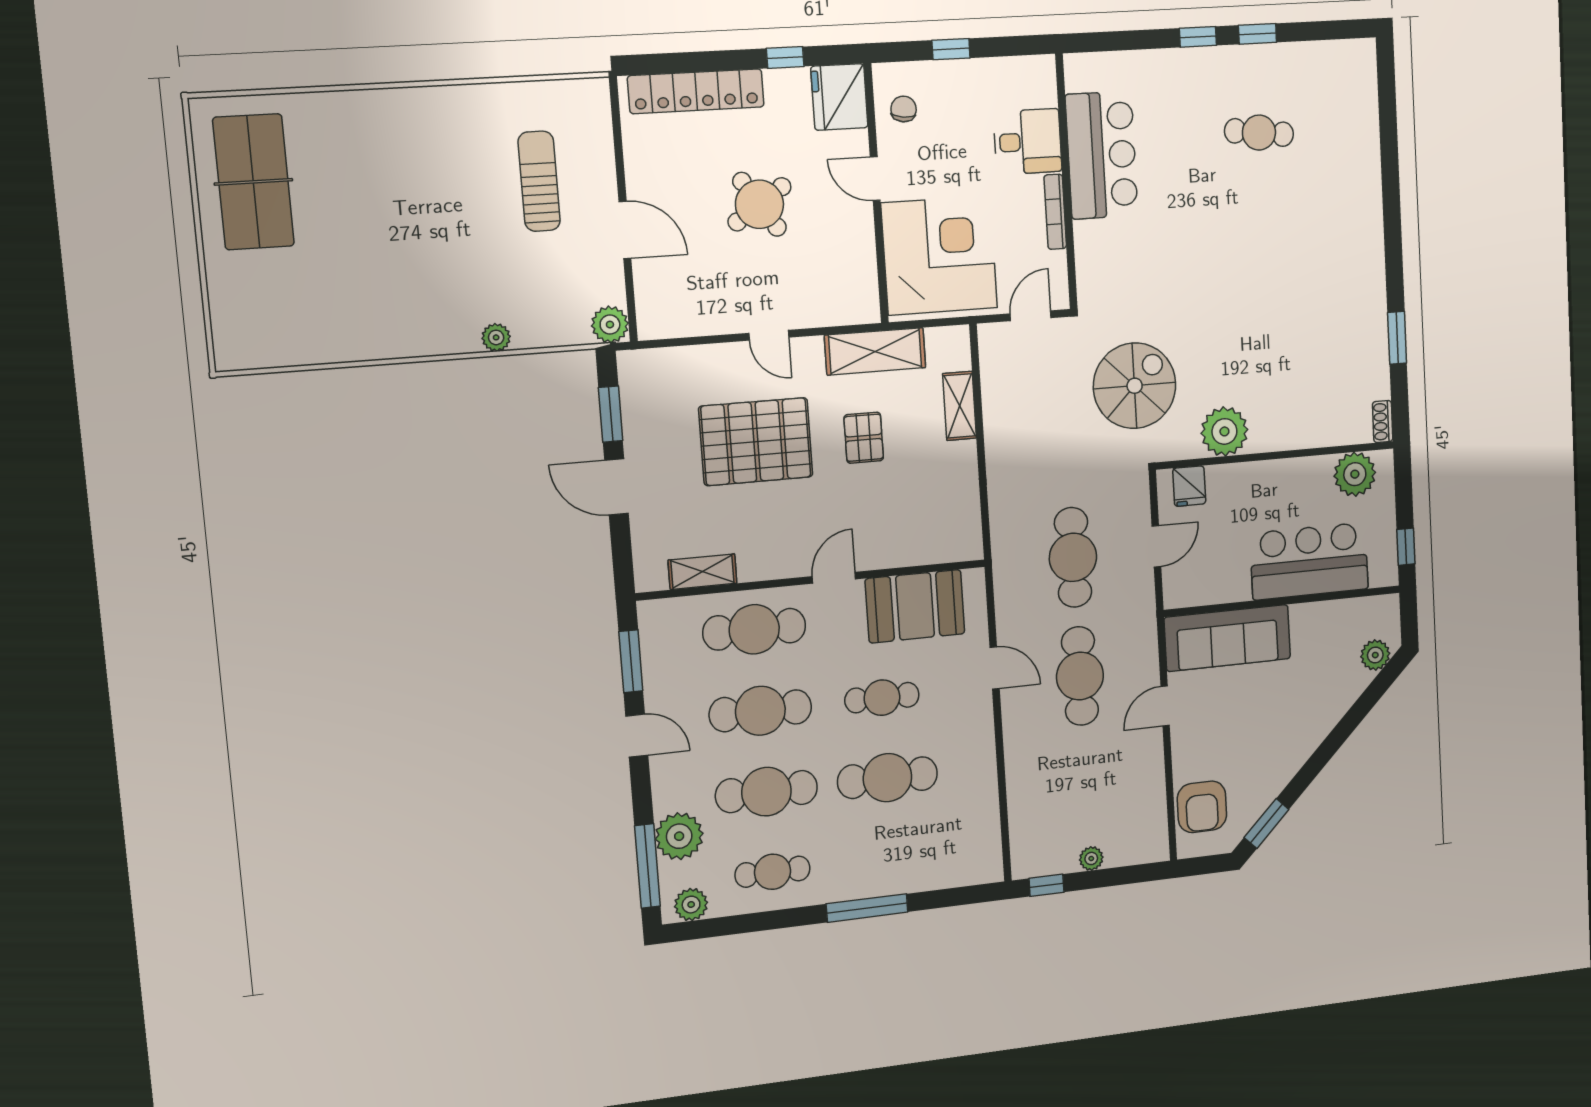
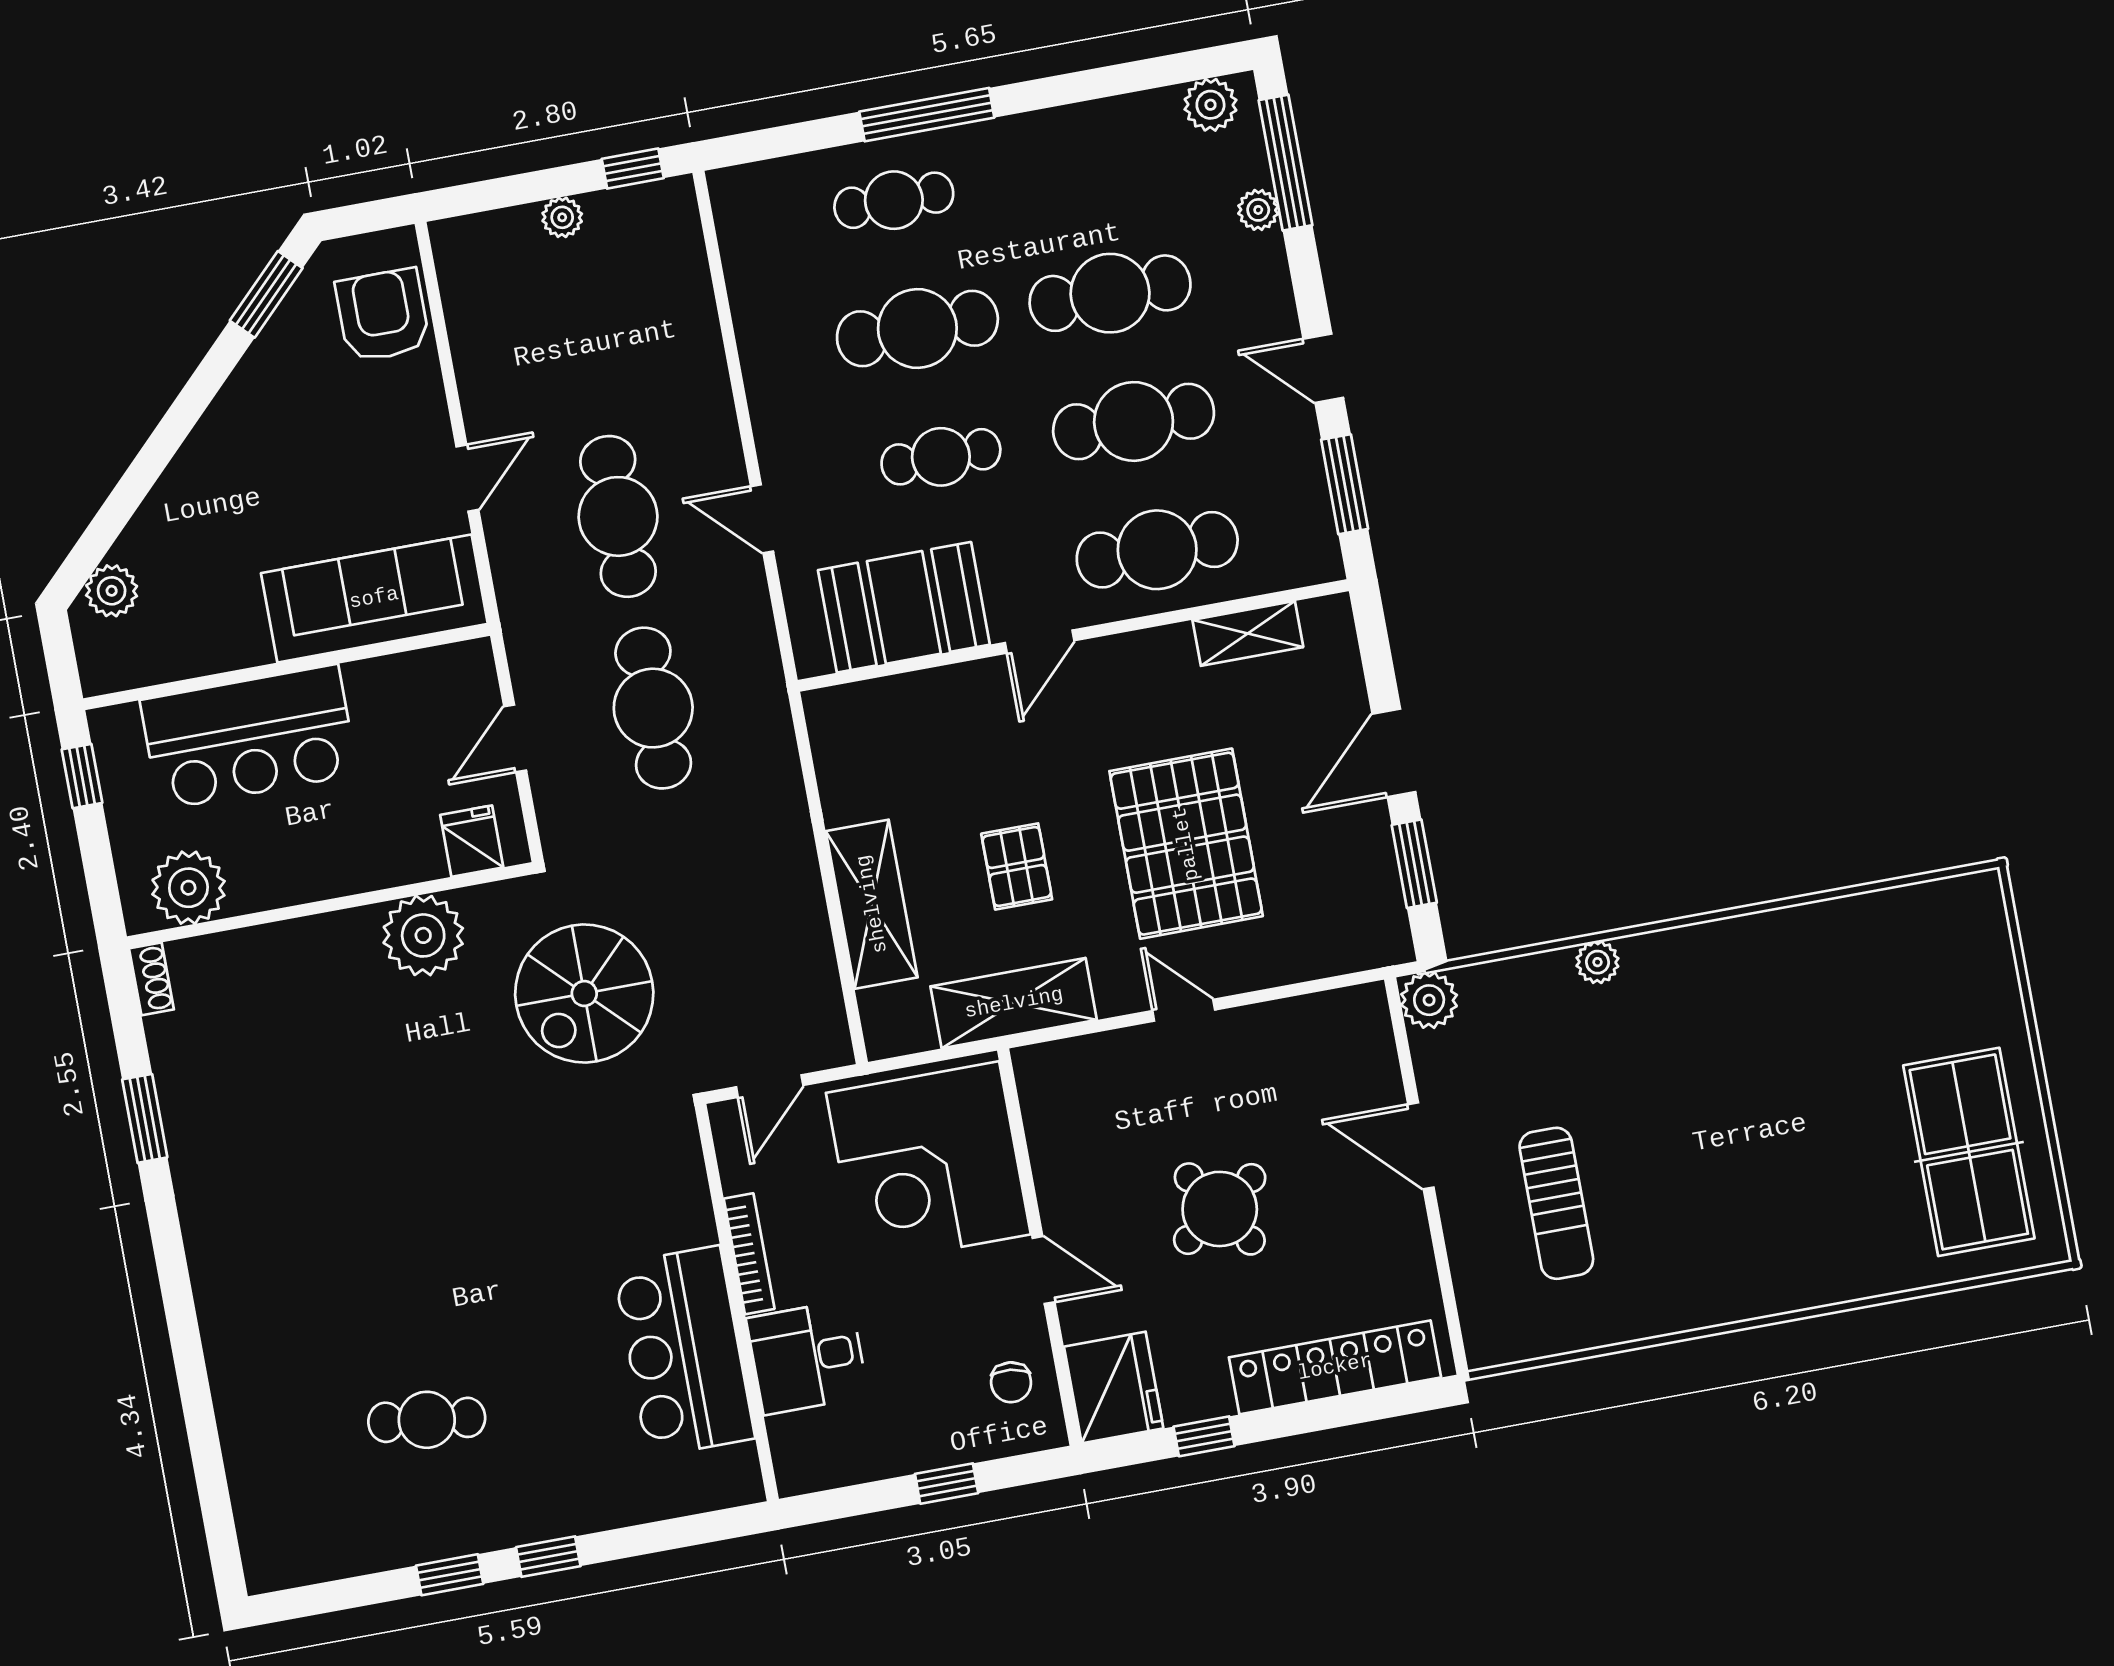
shelving: (959, 406) -> (872, 904), width x1.50, depth x1.33
pallet: (756, 442) -> (1186, 844), turned 90
door: (617, 487) -> (1394, 753), swing flipped
plant: (679, 836) -> (1258, 210), width x0.53, depth x0.53
cafe table: (772, 872) -> (894, 200), moved

